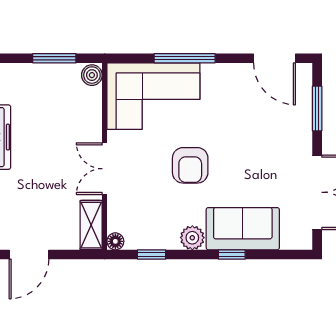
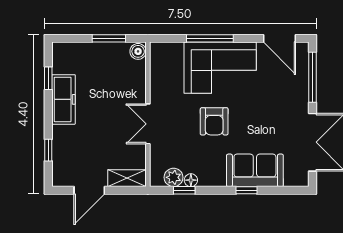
corner sofa: (153, 96) -> (220, 68), moved
window: (317, 108) -> (312, 77), width x1.44
shelving: (91, 225) -> (127, 178), moved, turned 90
plant: (192, 238) -> (174, 177), moved
floor lamp: (115, 241) -> (191, 180), moved

